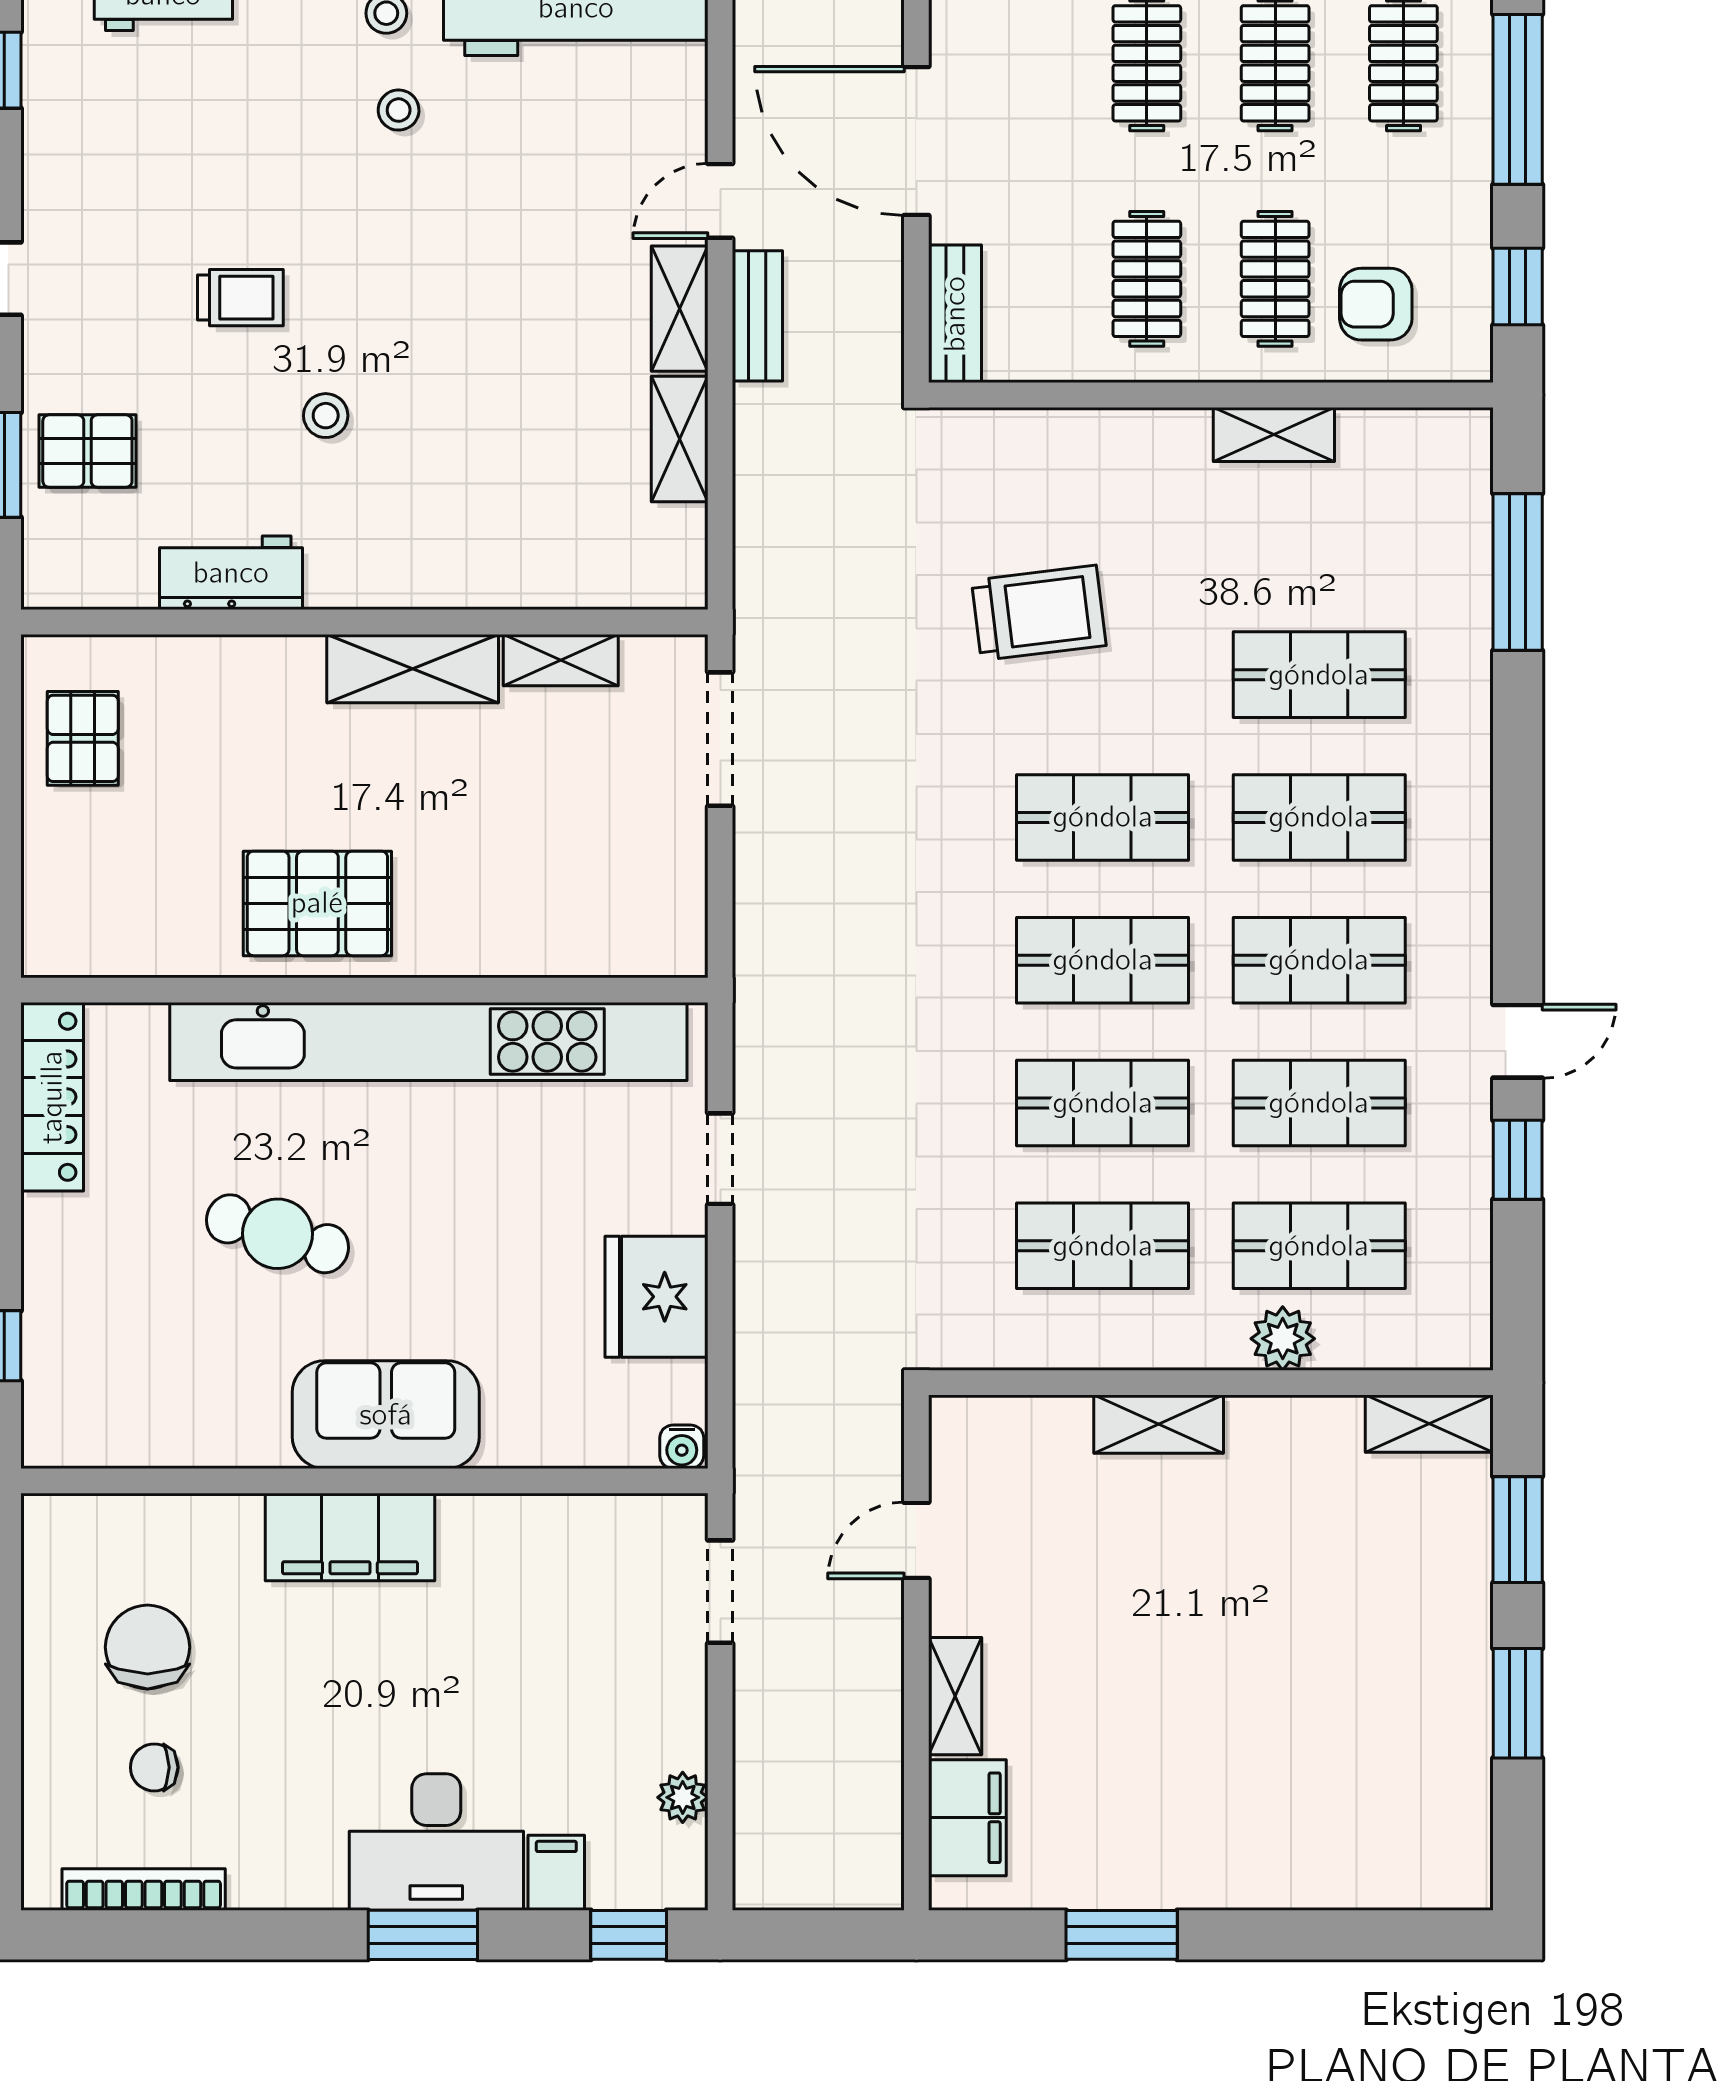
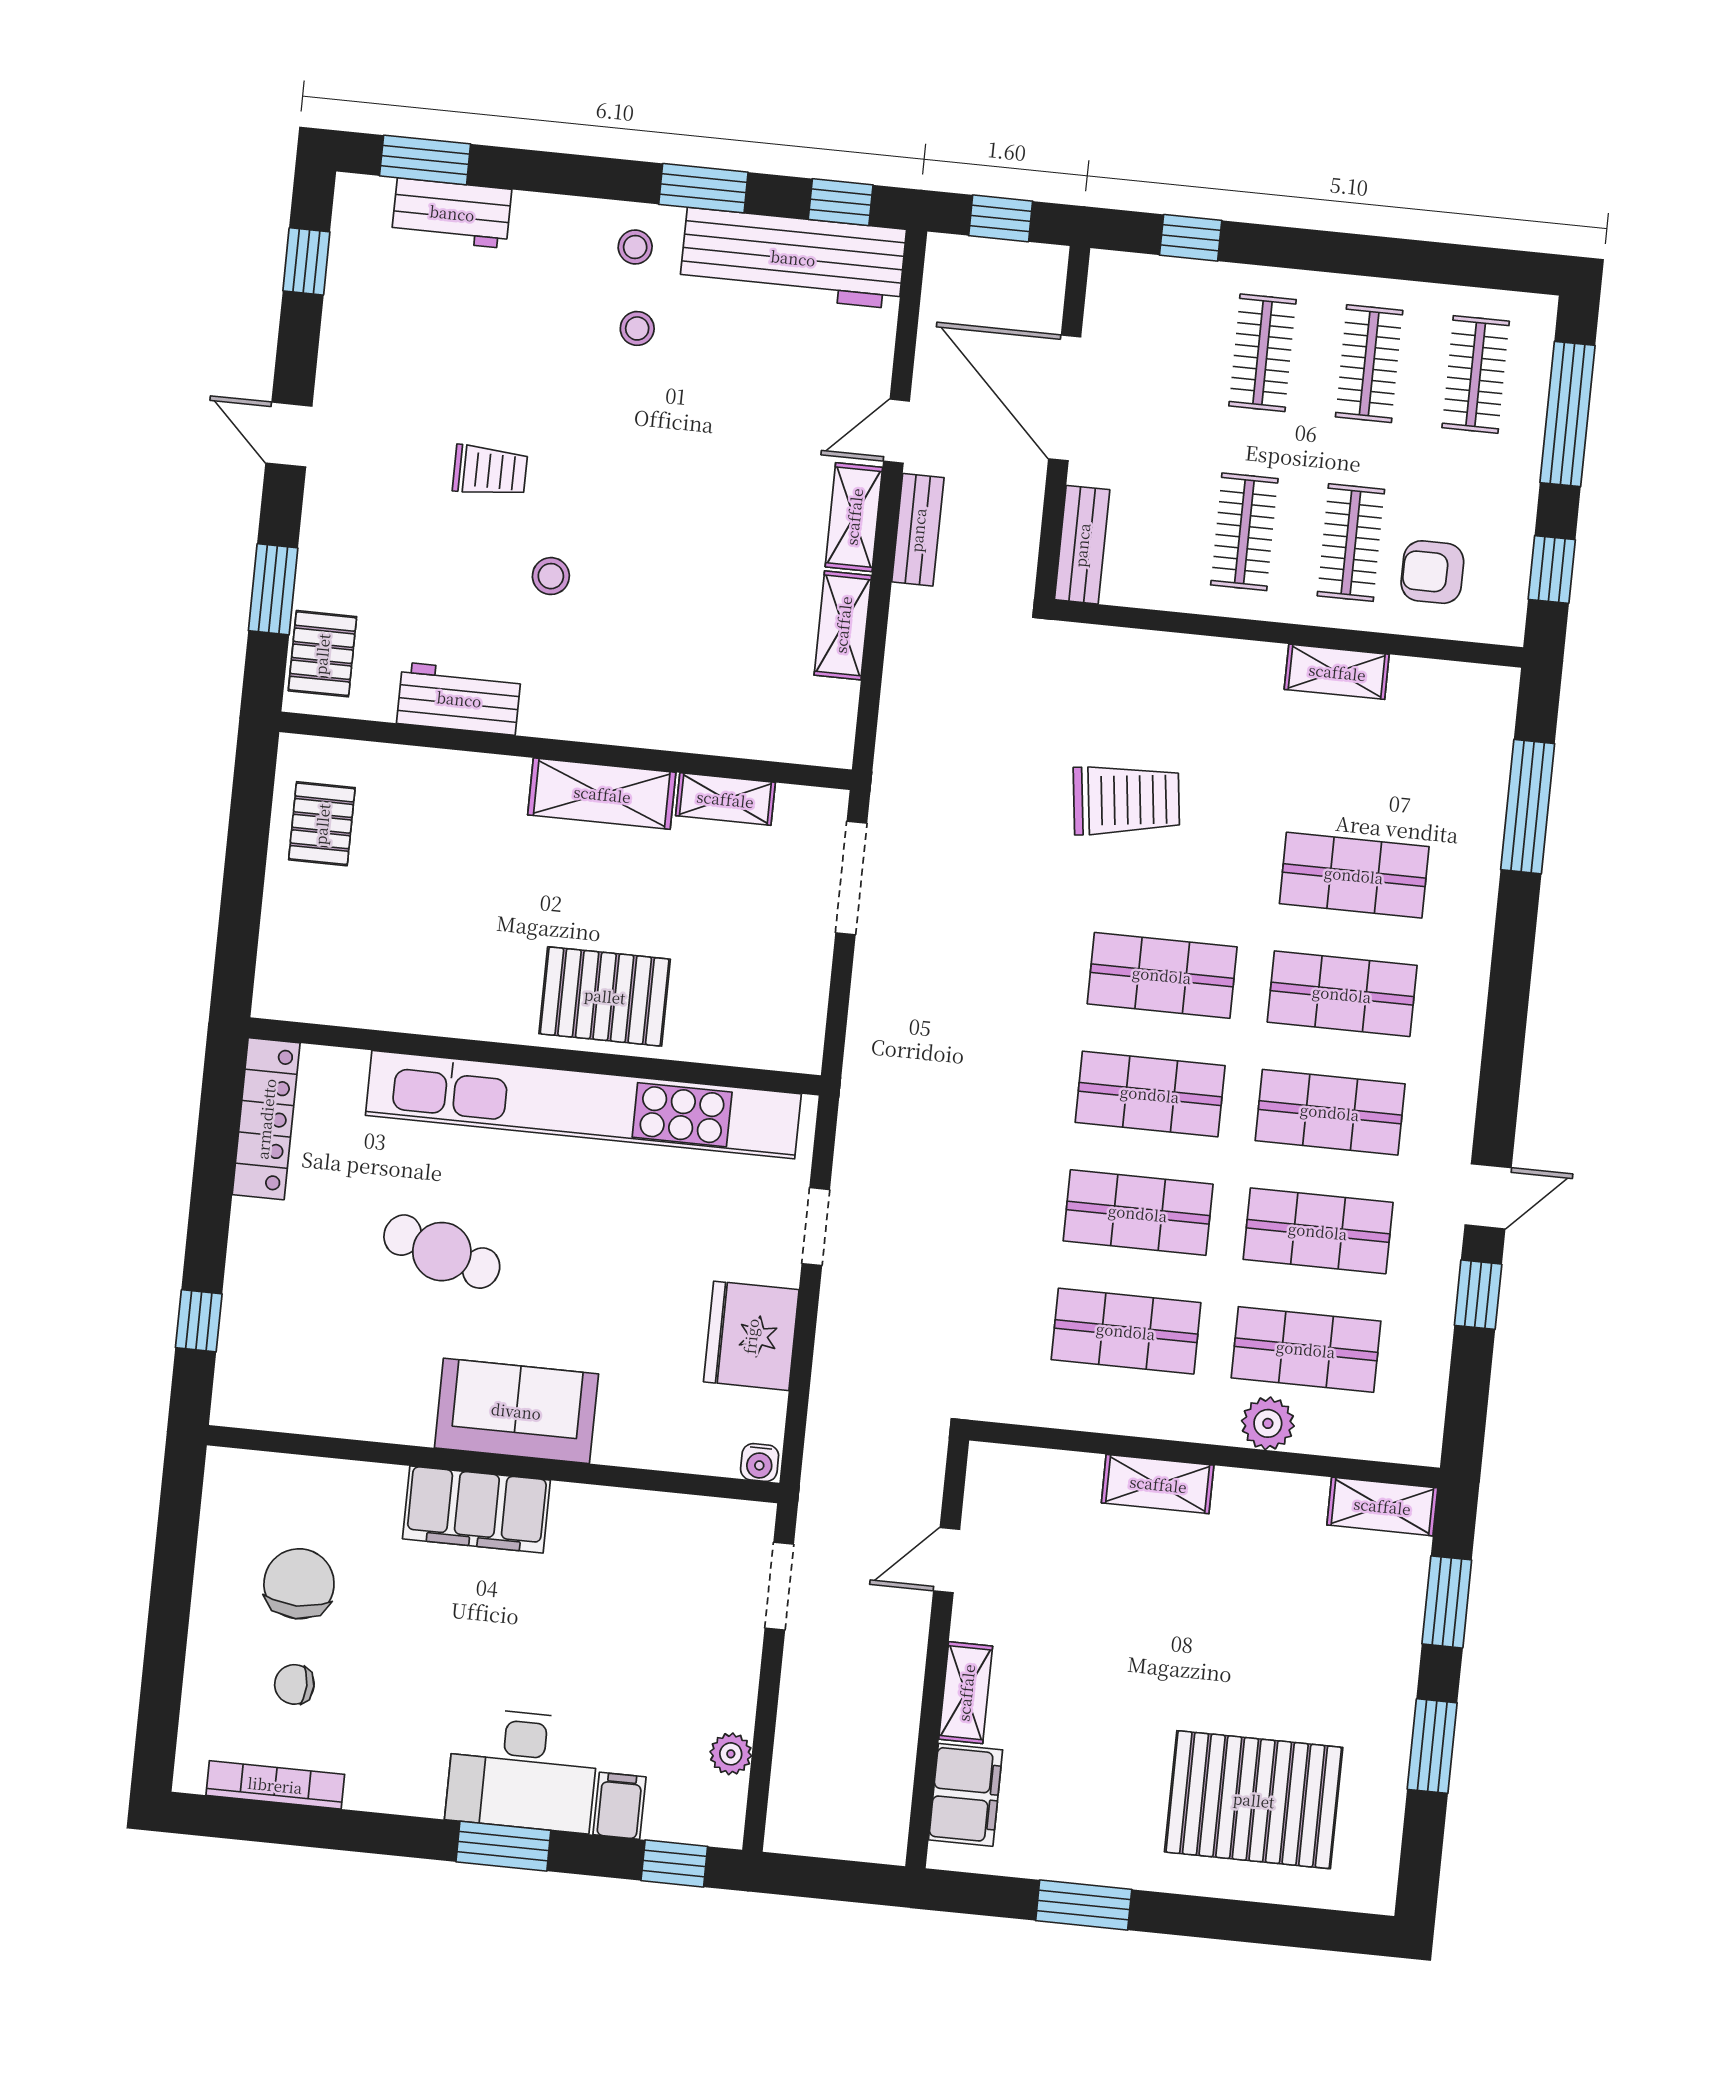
pallet: (87, 451) -> (322, 654), moved, turned 90
pallet: (317, 903) -> (605, 996), moved
pallet: (1311, 1789) -> (1254, 1800), added

